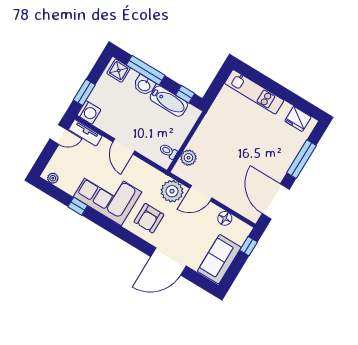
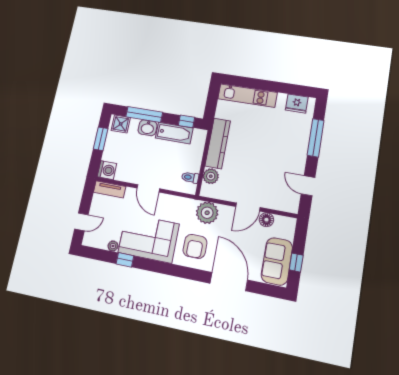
window: (84, 92) -> (101, 139), moved
kitchen counter: (207, 128) -> (218, 143), added
door: (59, 134) -> (81, 222), moved
plant: (53, 178) -> (113, 246), moved
door: (201, 193) -> (248, 207), moved
door: (276, 202) -> (308, 186), width x0.53
window: (249, 246) -> (296, 263), moved
door: (168, 261) -> (229, 282), swing flipped

